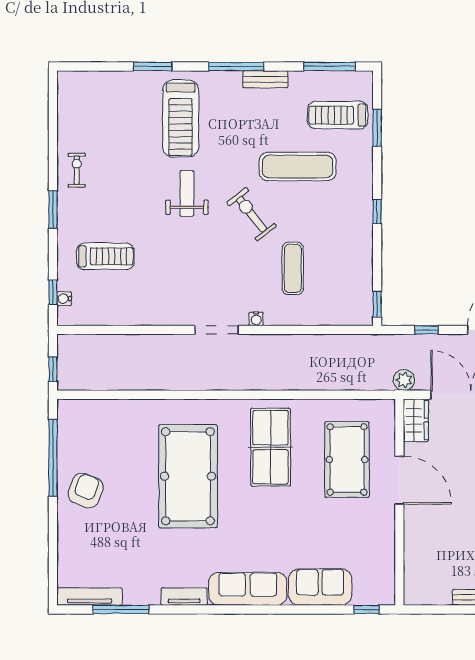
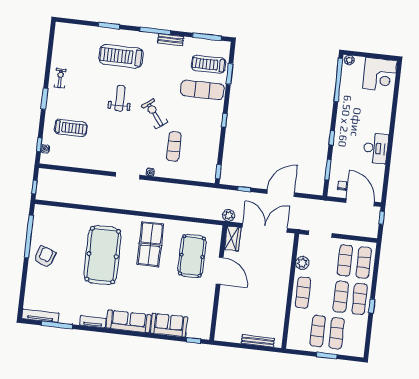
treadmill: (181, 118) -> (121, 56), turned 90
exercise mat: (298, 167) -> (202, 90), moved

